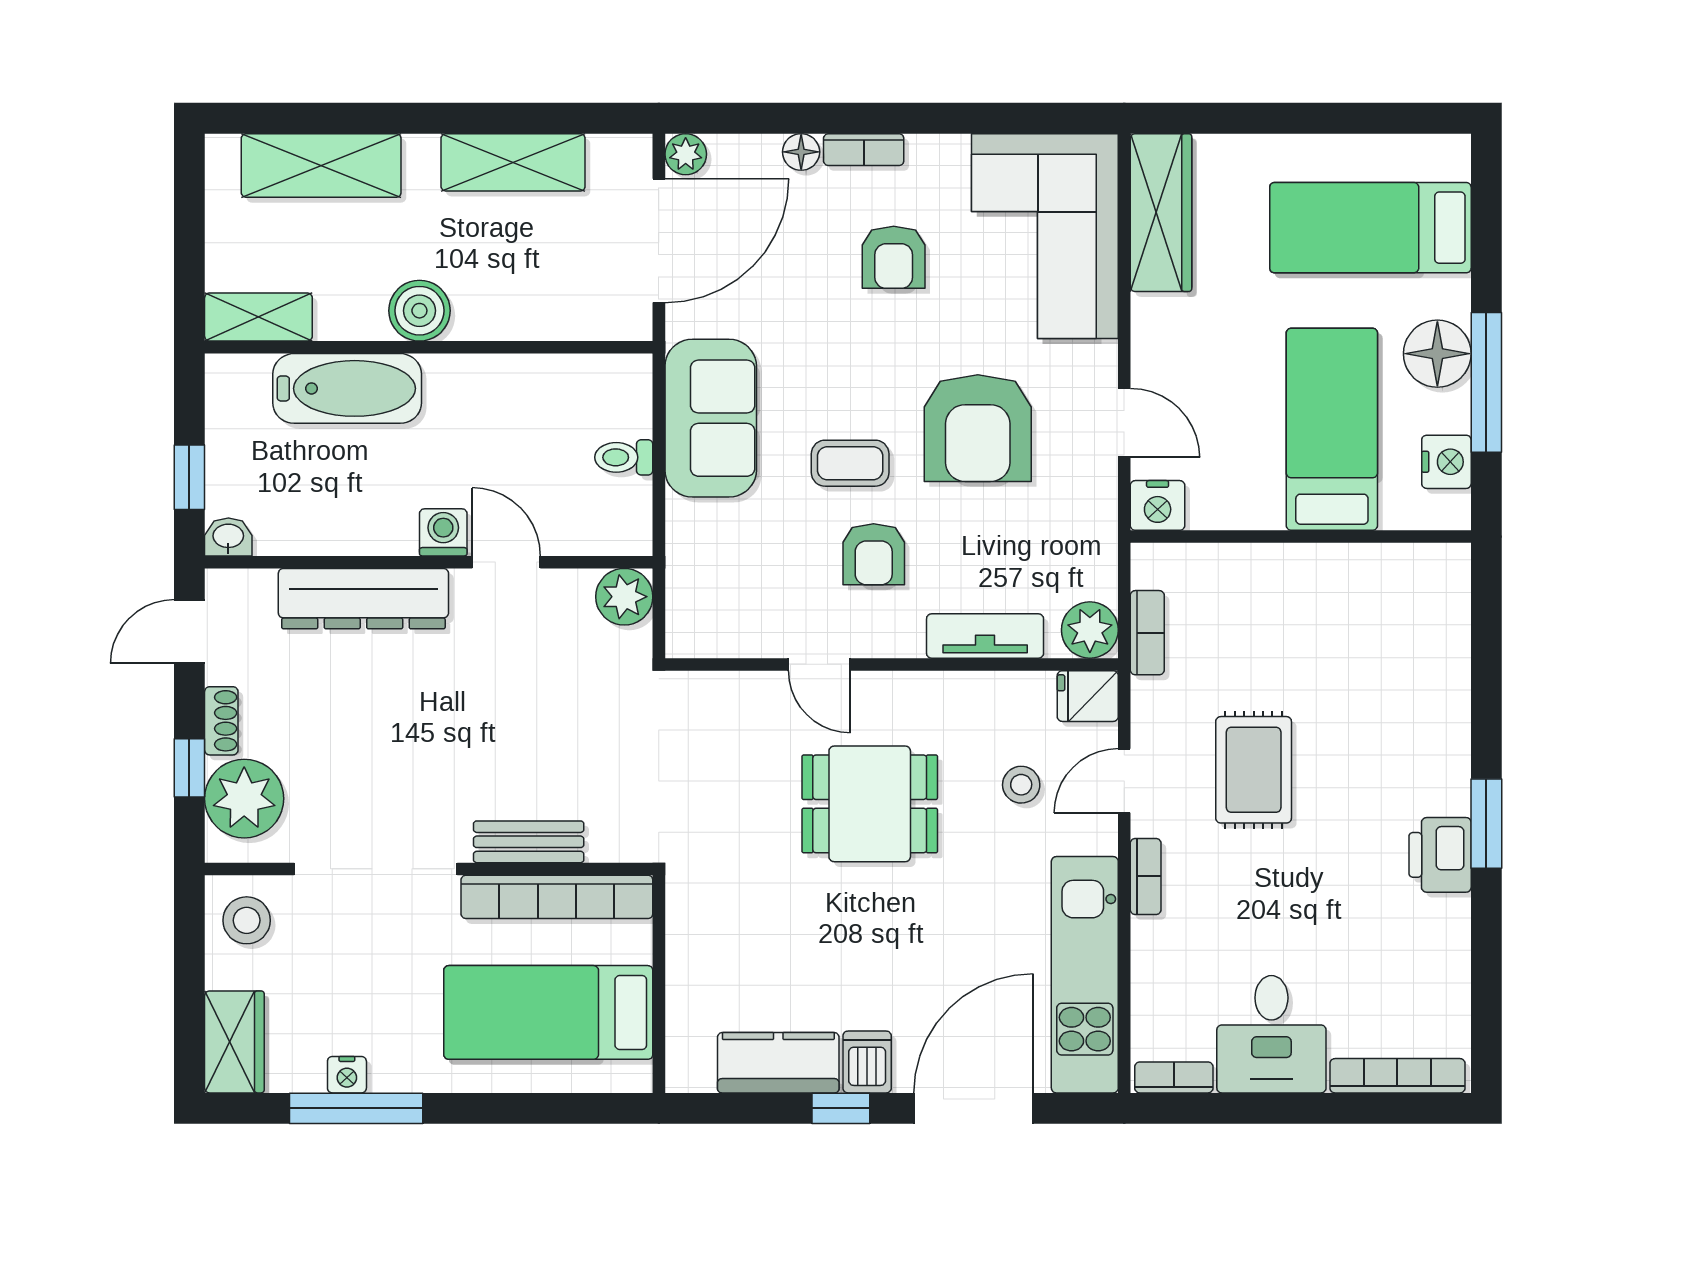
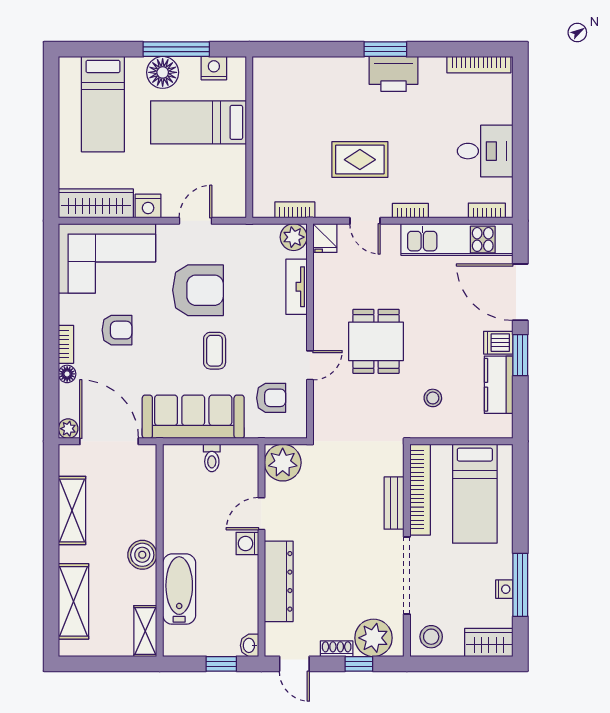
sofa: (711, 418) -> (193, 417), width x1.36
nightstand: (1158, 505) -> (148, 206), moved, turned 90
armchair: (874, 554) -> (271, 398), moved
plant: (624, 597) -> (283, 463), width x1.36, depth x1.36
stool: (1021, 785) -> (433, 398), moved
printer: (1440, 855) -> (394, 74), width x1.37, depth x1.19
bookcase: (1397, 1076) -> (479, 65), moved, turned -90
bookcase: (1174, 1077) -> (487, 210), moved, turned 90
window: (841, 1108) -> (520, 355), width x1.50

